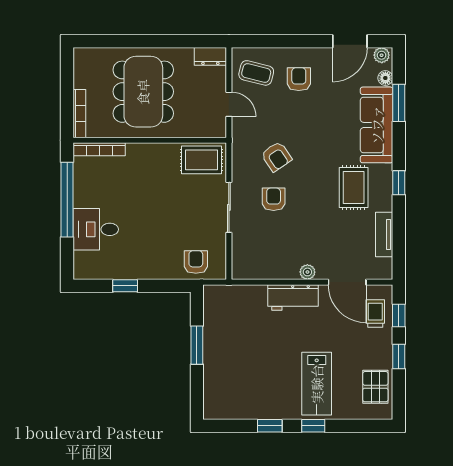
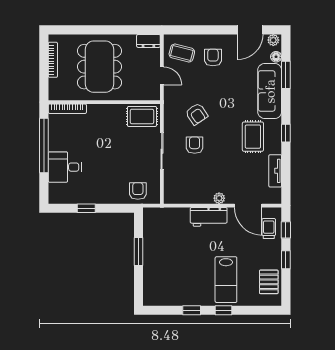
bookcase: (79, 114) -> (53, 60), moved

